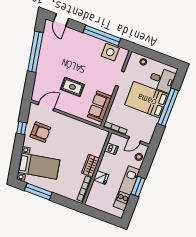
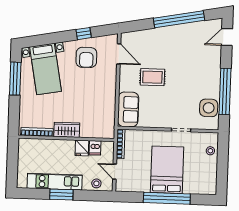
desk: (162, 80) -> (197, 180), removed
rug: (72, 87) -> (152, 77), turned 90
sofa: (100, 107) -> (128, 109), moved, turned 90
fridge: (101, 177) -> (82, 148), moved

